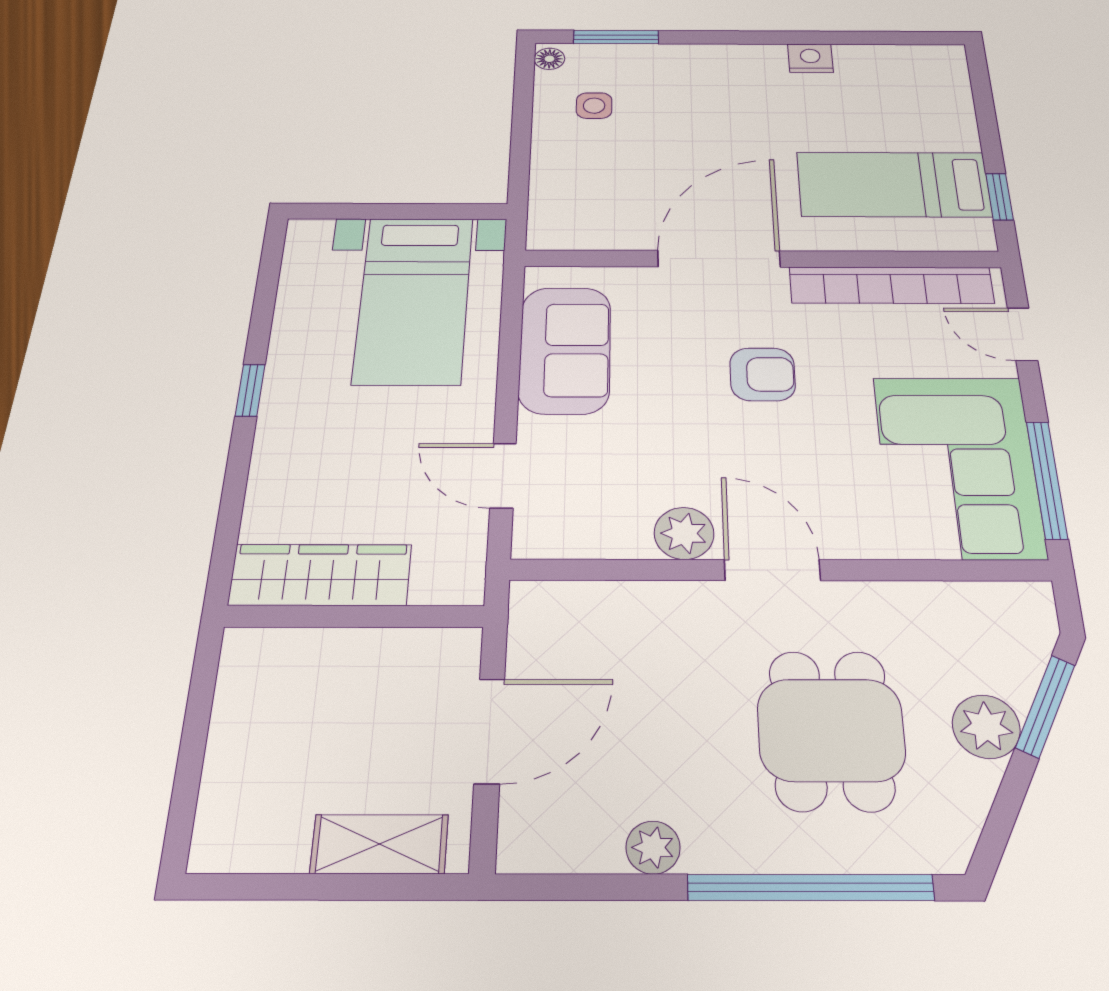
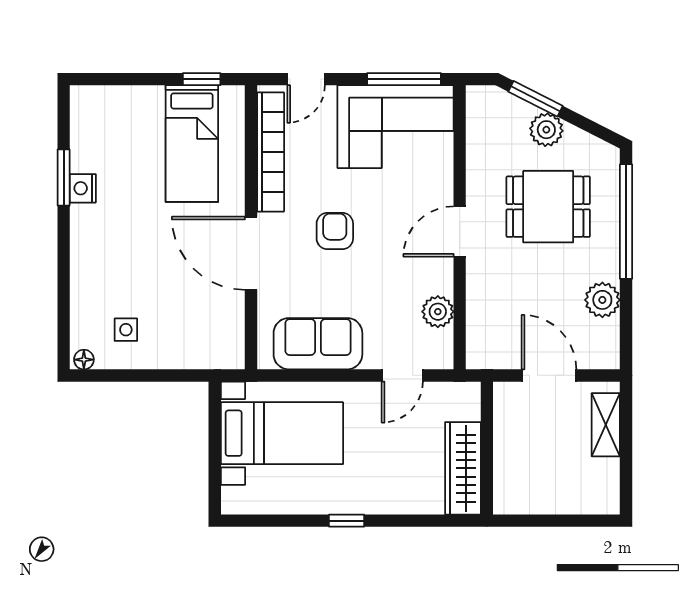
window: (616, 37) -> (64, 177), moved
plant: (684, 533) -> (438, 312), moved
plant: (653, 847) -> (602, 300), width x1.38, depth x1.38

